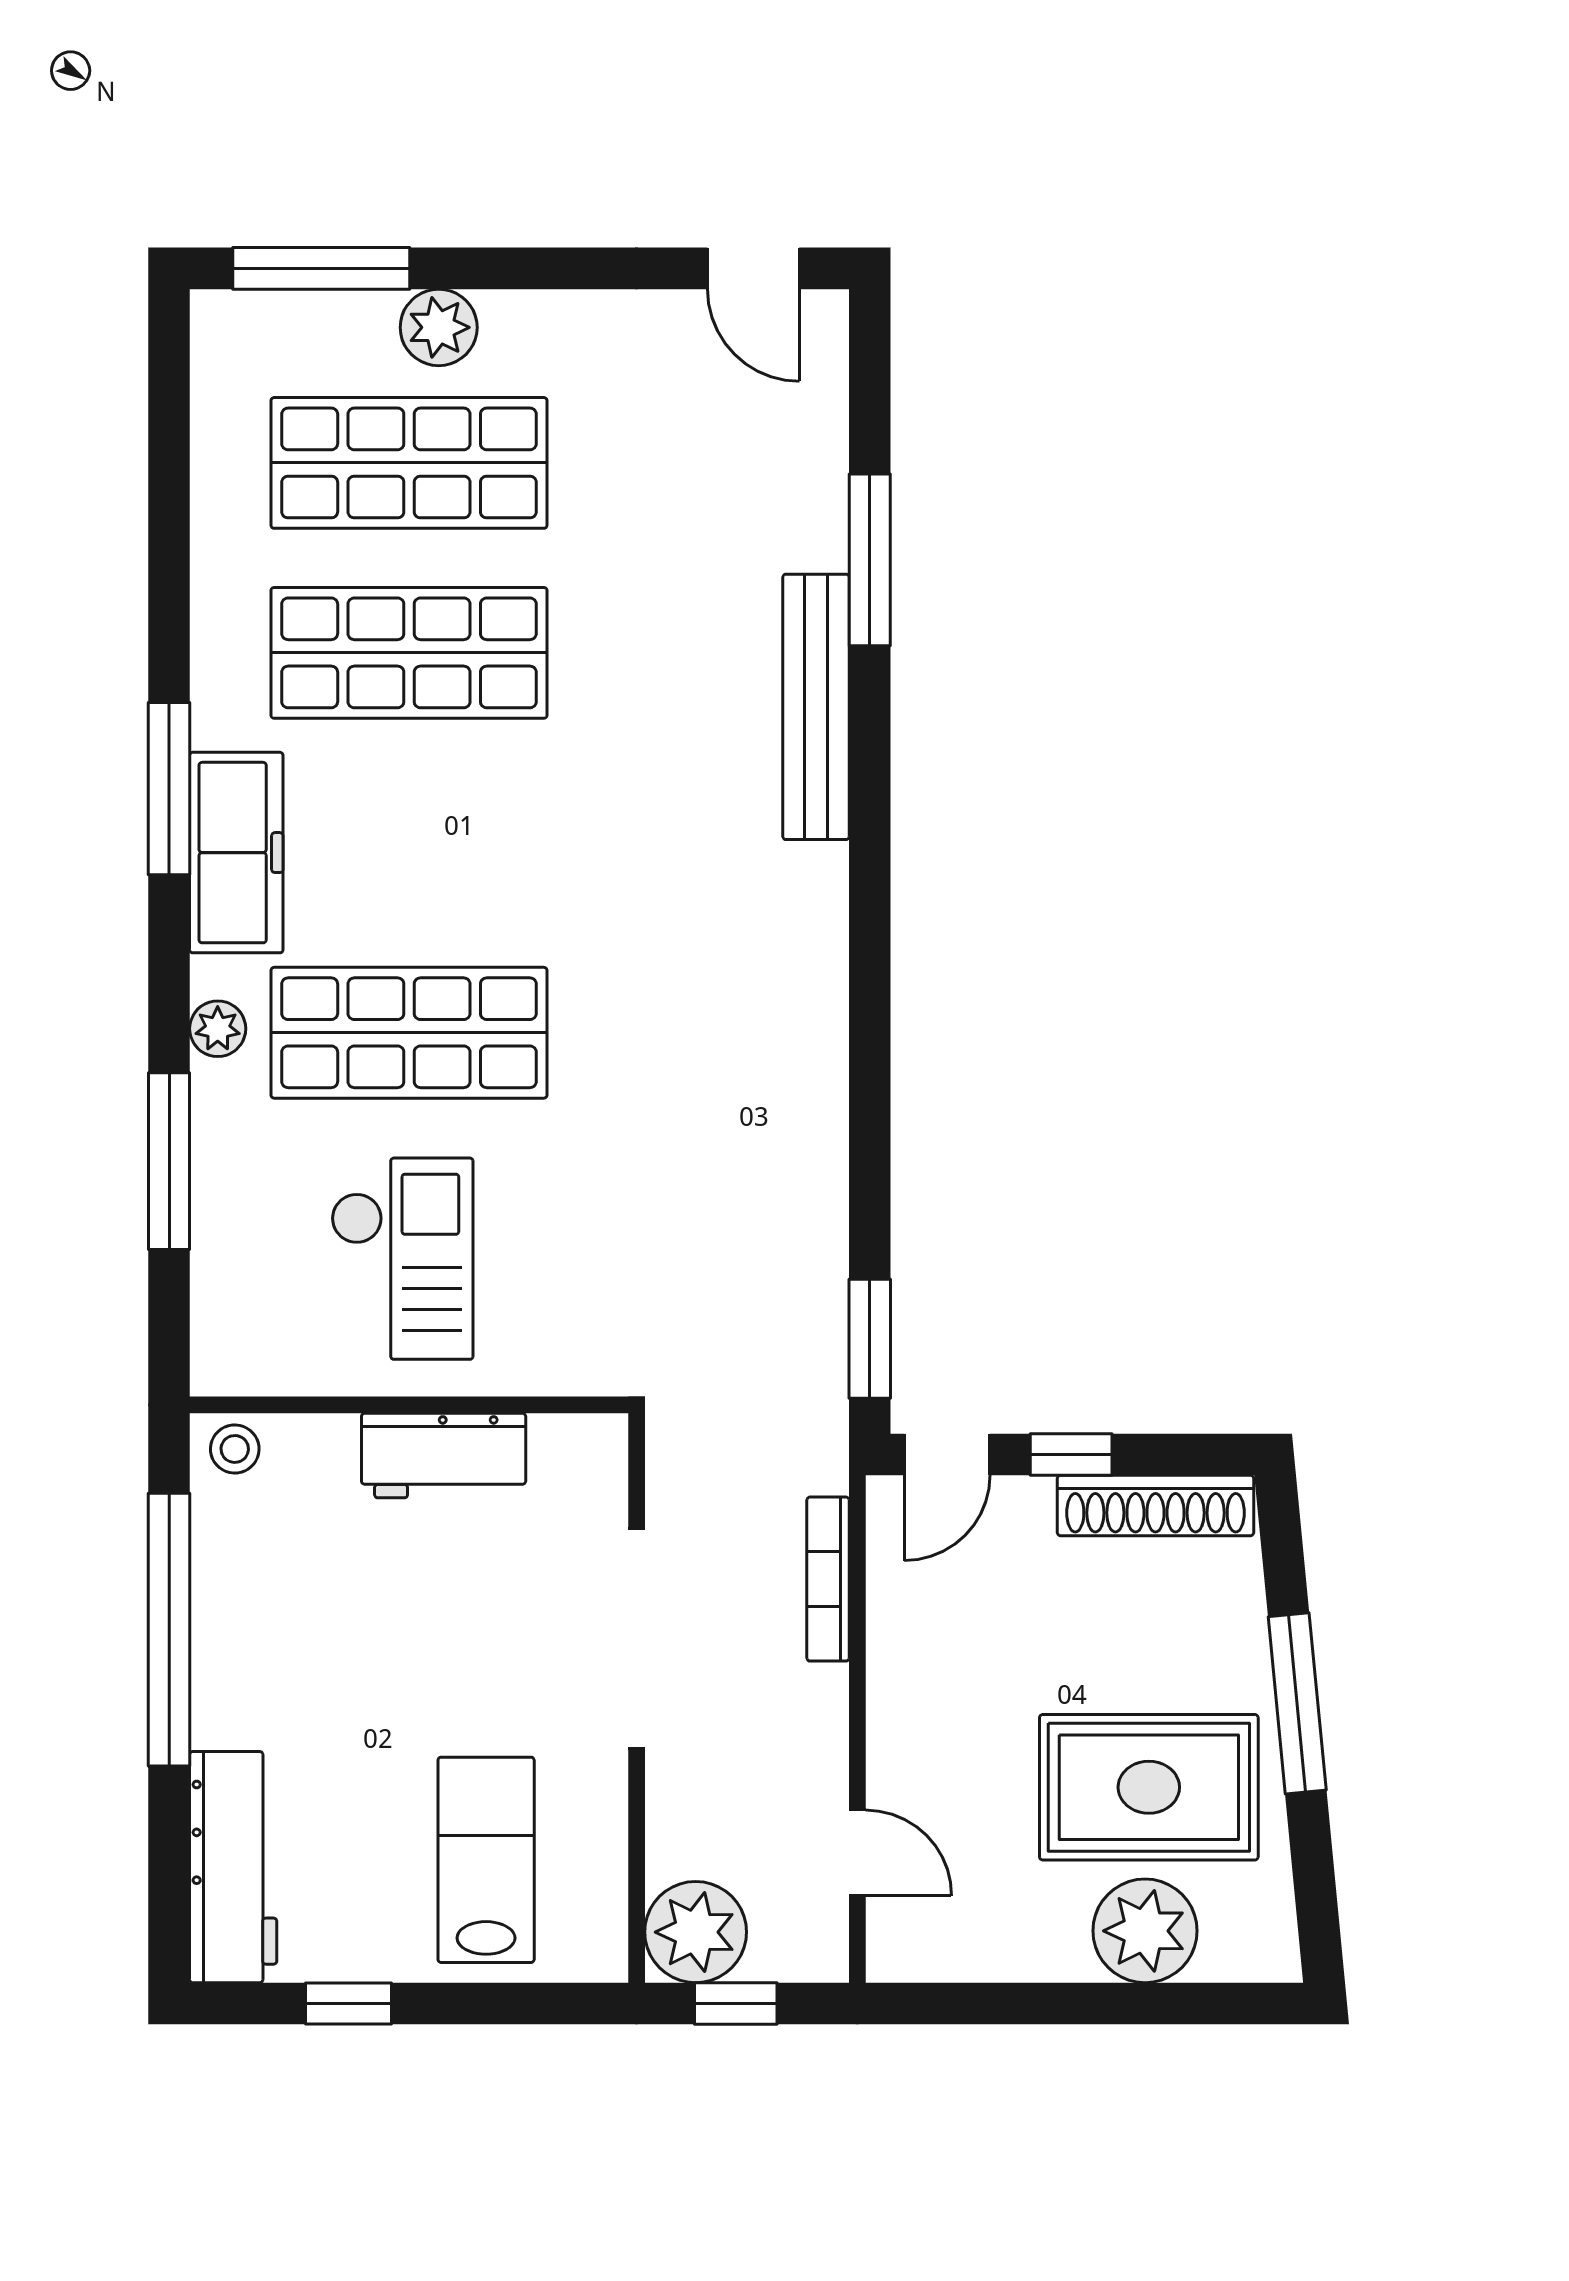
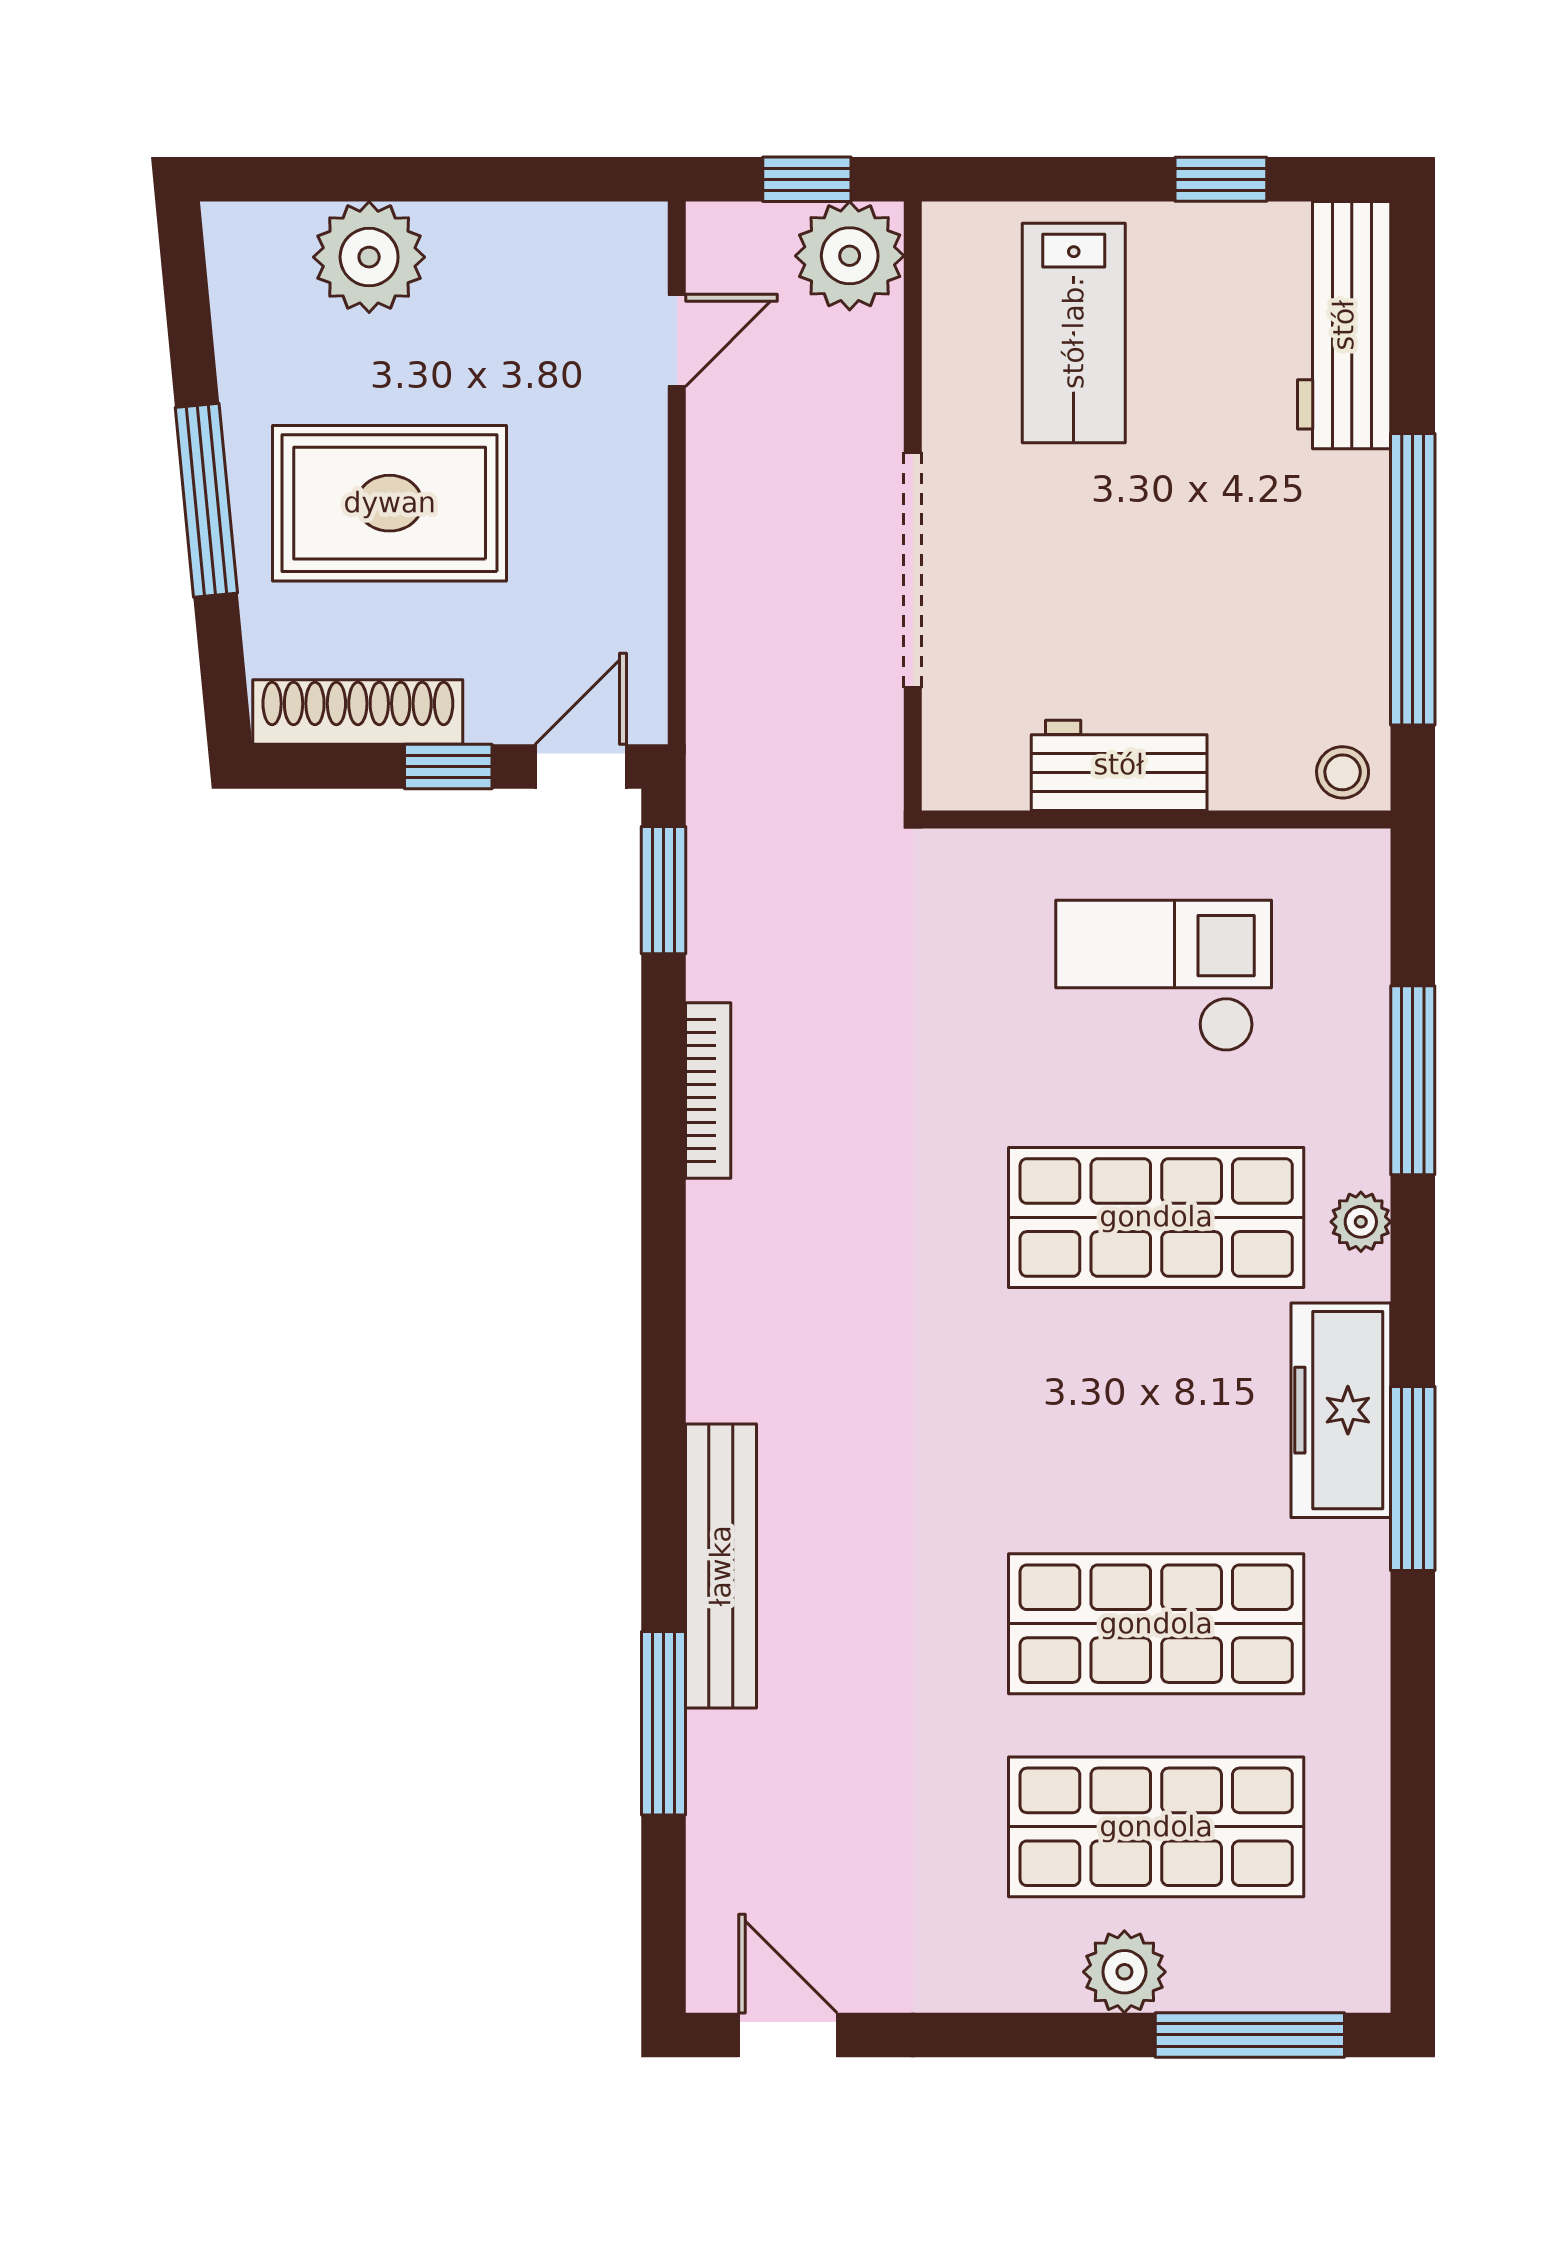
checkout: (402, 1259) -> (1164, 976), turned 90
bookcase: (828, 1579) -> (708, 1091), moved
rug: (1149, 1787) -> (390, 503), moved
door: (857, 1853) -> (677, 340), swing flipped

